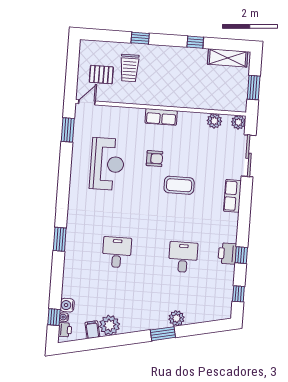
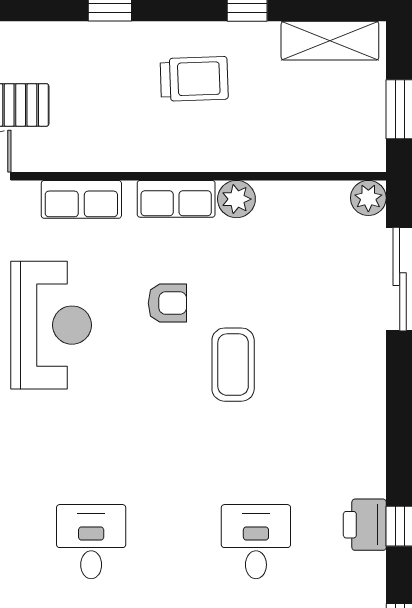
trolley: (129, 68) -> (194, 79), moved, turned -92
plant: (214, 121) -> (236, 199), moved
coffee table: (179, 185) -> (233, 365), turned 90
row of seats: (232, 196) -> (81, 199), moved, turned -90

